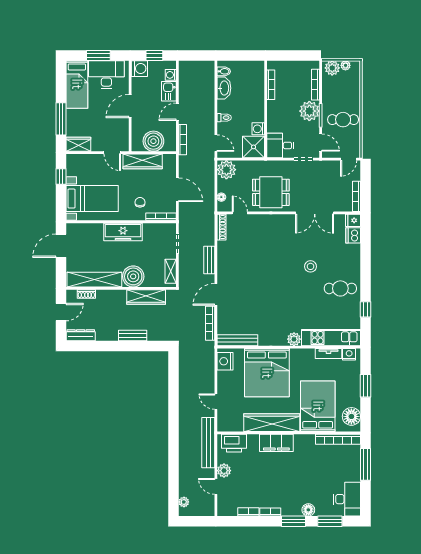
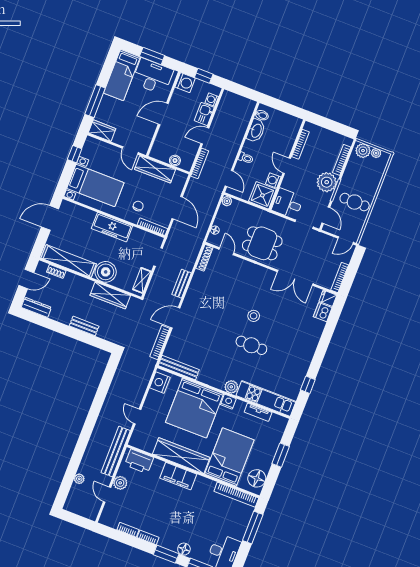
door: (266, 110) -> (287, 166), added
boiler: (153, 141) -> (175, 161), width x0.54, depth x0.54
plant: (226, 170) -> (227, 201), width x0.53, depth x0.53
stool: (311, 266) -> (254, 316), moved
cafe table: (340, 288) -> (251, 345), moved
nightstand: (349, 354) -> (228, 402), moved
plant: (184, 502) -> (79, 479), moved

